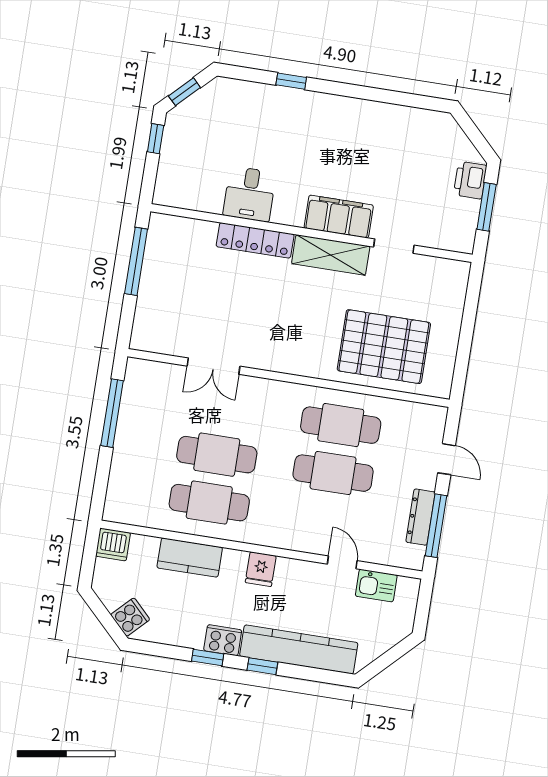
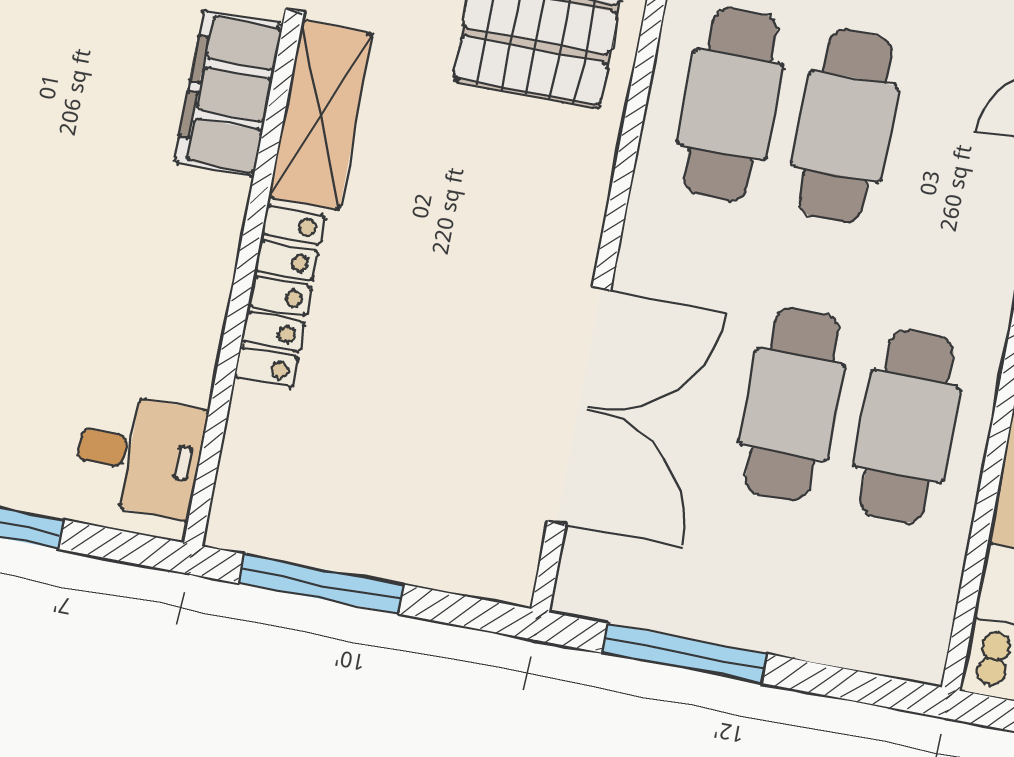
desk: (250, 194) -> (139, 455), moved
double door: (214, 366) -> (579, 406), width x1.87

